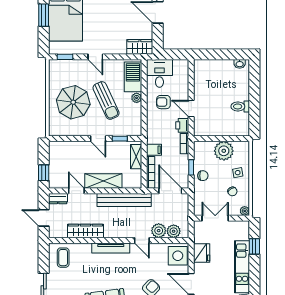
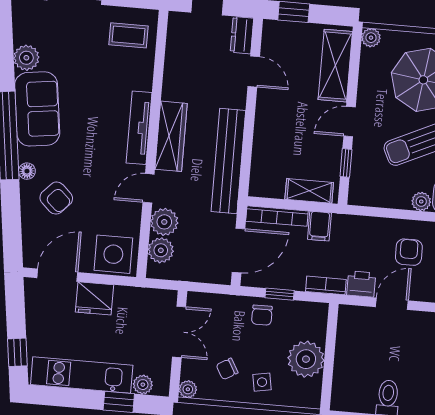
plant: (54, 131) -> (371, 38), added
shelving: (103, 181) -> (335, 66), moved
door: (76, 191) -> (254, 72), hinge flipped
wardrobe: (85, 231) -> (171, 136), moved
plant: (244, 235) -> (143, 385), added
fridge: (202, 253) -> (95, 298), moved

